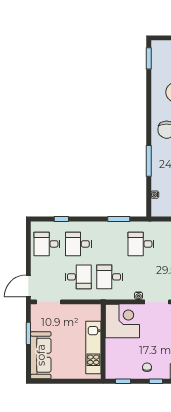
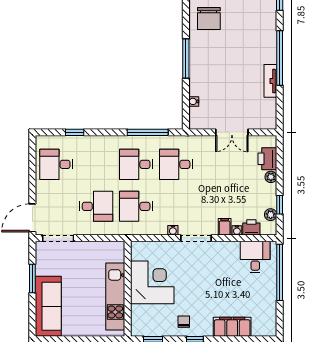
window: (119, 219) -> (148, 132), width x1.44
desk: (78, 244) -> (136, 164), moved
corner desk: (122, 321) -> (152, 282), moved

